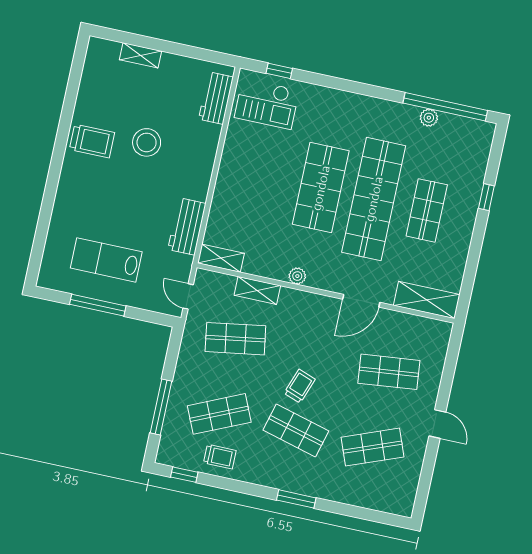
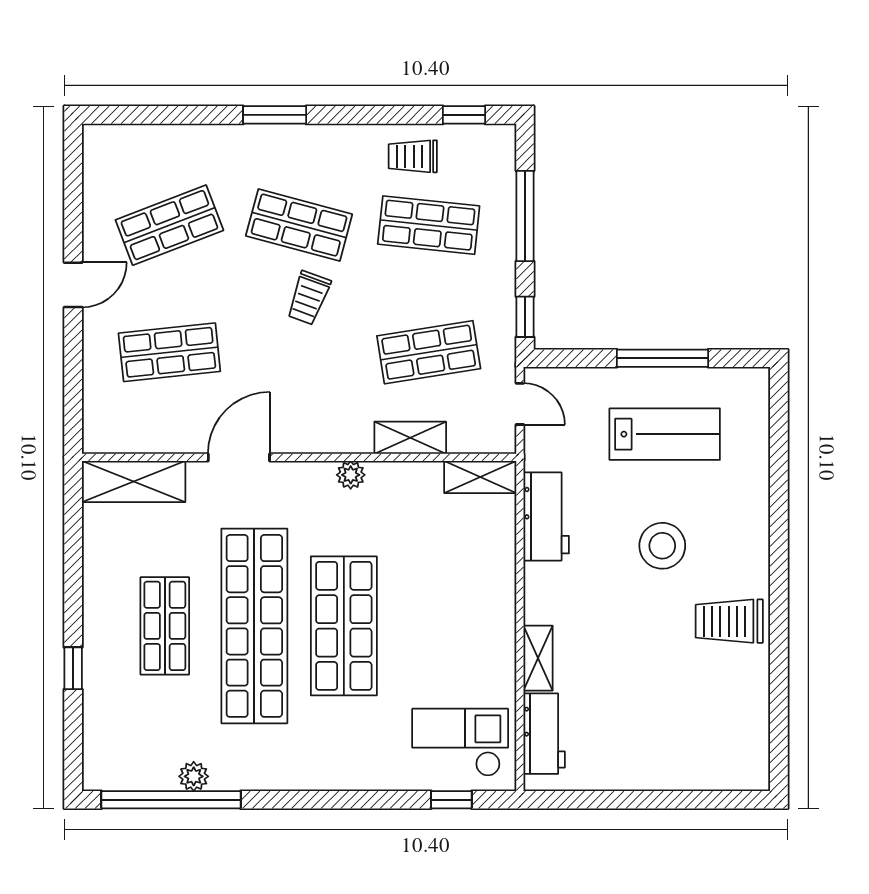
shelving: (141, 55) -> (538, 658), moved, turned 90
stool: (147, 142) -> (662, 546), moved
window: (174, 347) -> (525, 317), added
shop shelf: (219, 414) -> (429, 225), turned 30
door: (437, 424) -> (73, 285), swing flipped

